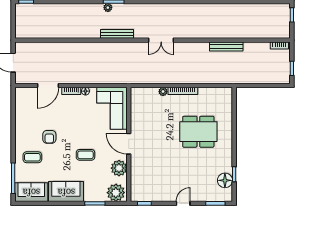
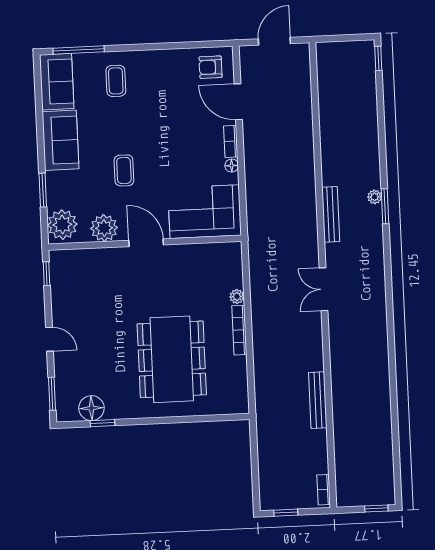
dining table: (198, 132) -> (172, 359), width x1.36, depth x1.24
armchair: (49, 137) -> (211, 67), moved
door: (129, 144) -> (146, 243), hinge flipped

